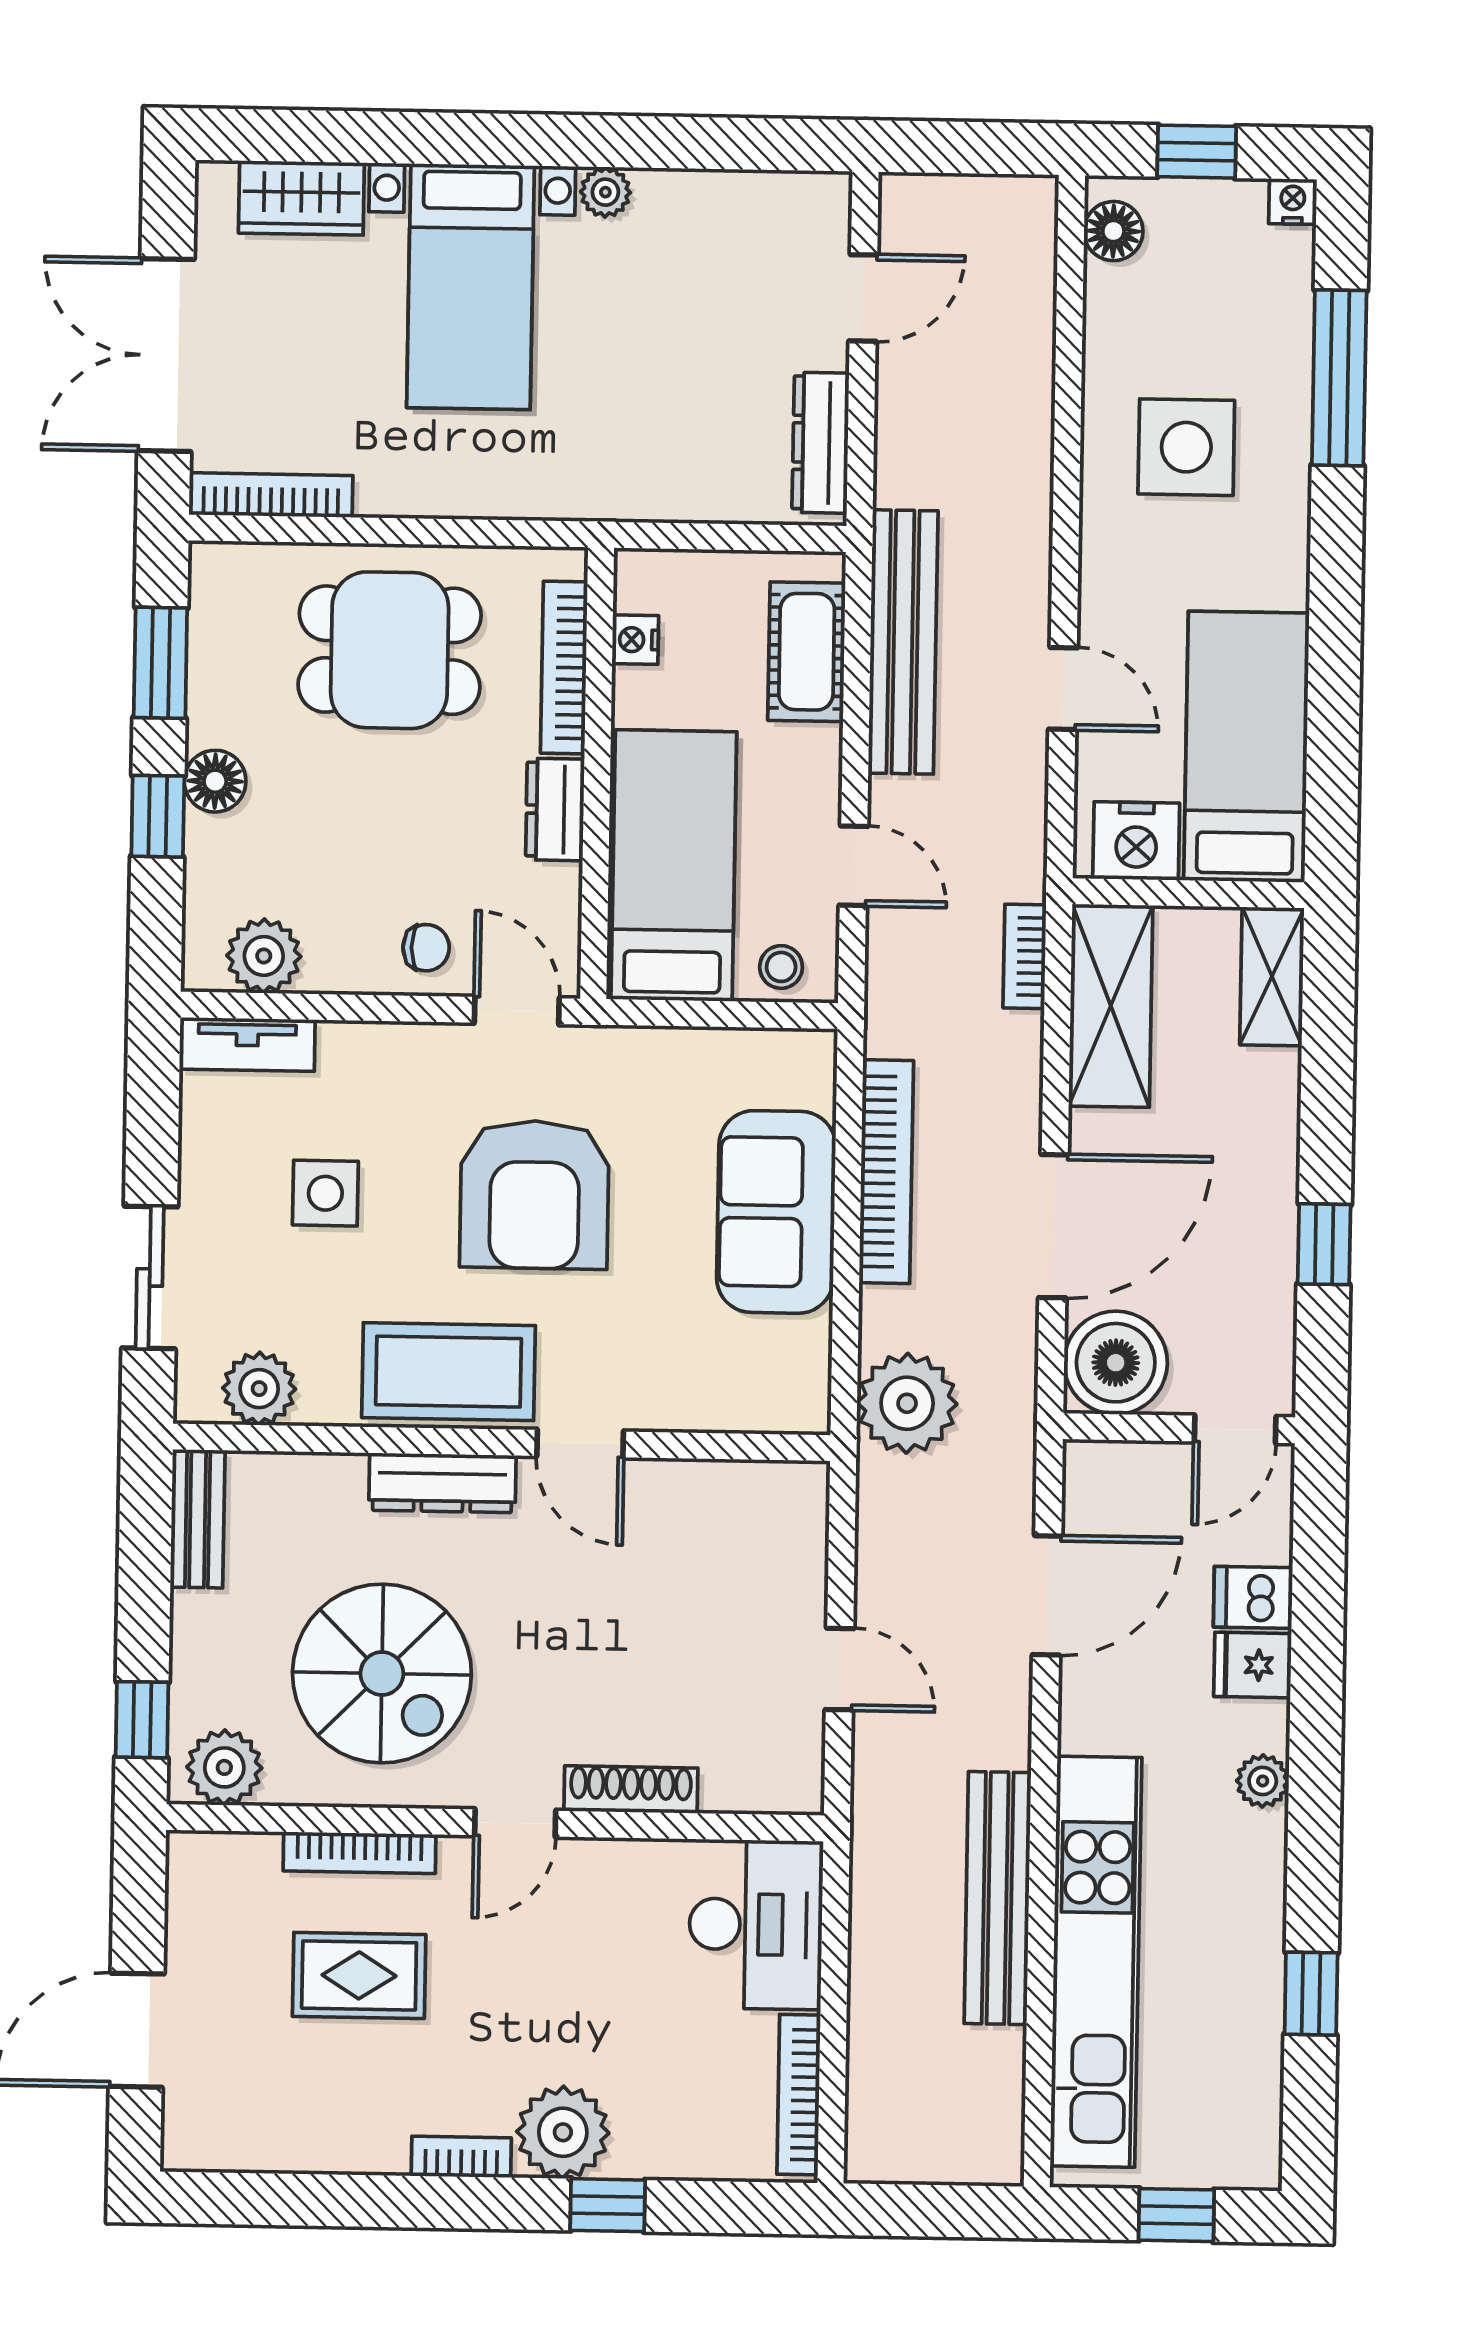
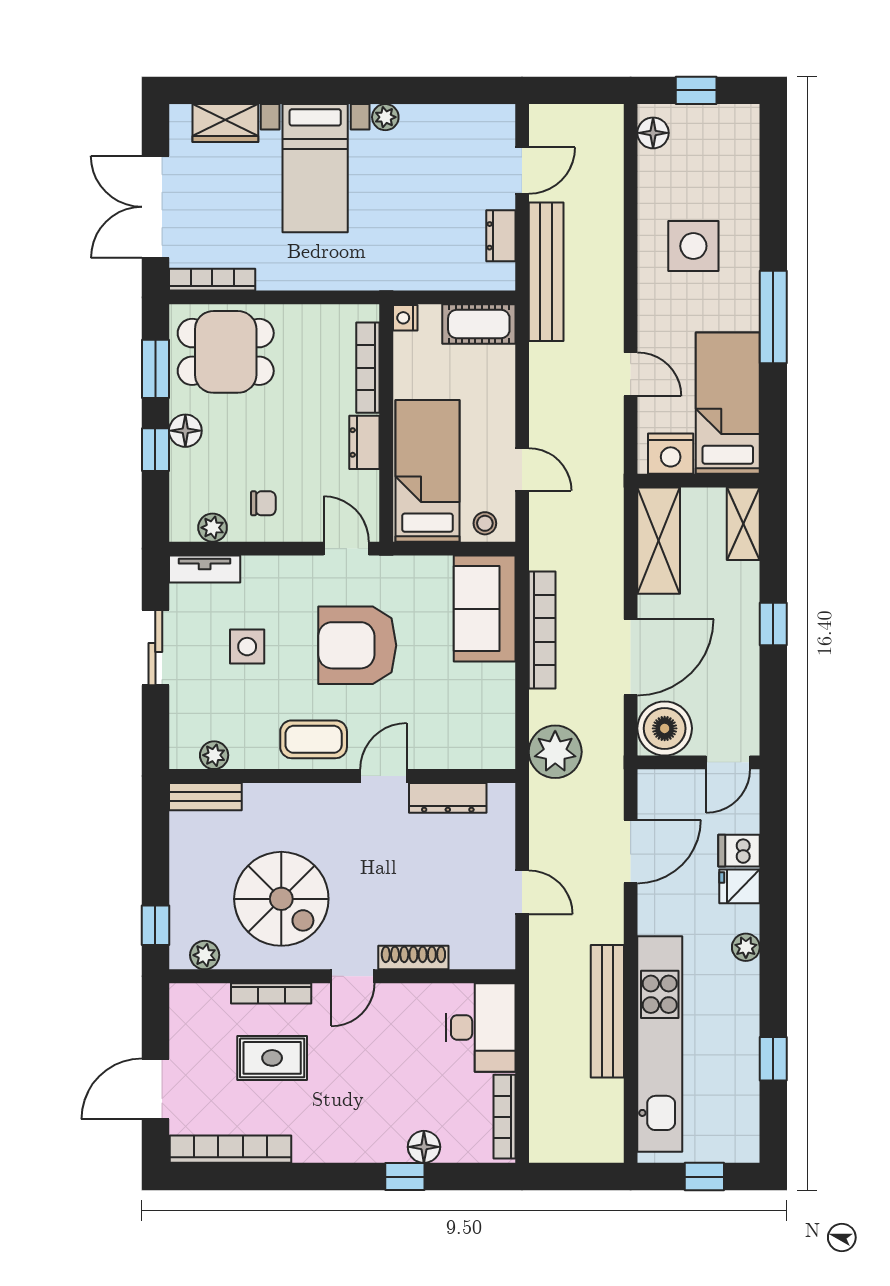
nightstand: (1293, 202) -> (747, 116), removed
window: (1339, 378) -> (773, 317), moved
dresser: (821, 443) -> (501, 236), width x0.70
nightstand: (635, 640) -> (405, 318), moved
bench: (903, 642) -> (546, 272), moved
dining table: (390, 650) -> (226, 352), moved
cot: (807, 652) -> (479, 324), moved, turned 90
chair: (426, 948) -> (263, 503), moved
plant: (264, 956) -> (213, 528), width x0.73, depth x0.73
bookcase: (1025, 956) -> (613, 515), removed
armchair: (534, 1195) -> (357, 645), turned 90
sofa: (776, 1212) -> (485, 609), moved
window: (1324, 1244) -> (773, 624), moved
sliding door: (150, 1277) -> (155, 648), moved
coffee table: (449, 1372) -> (314, 739), width x0.73, depth x0.76
plant: (259, 1389) -> (214, 755), width x0.73, depth x0.73
door: (580, 1444) -> (384, 776), swing flipped
dresser: (442, 1483) -> (448, 798), moved
bench: (198, 1519) -> (205, 797), moved, turned 90
plant: (224, 1767) -> (205, 955), width x0.73, depth x0.73
plant: (563, 2132) -> (381, 1139), removed
floor lamp: (645, 2149) -> (424, 1147), added
bookcase: (461, 2157) -> (230, 1149), moved, width x2.31, depth x1.31

